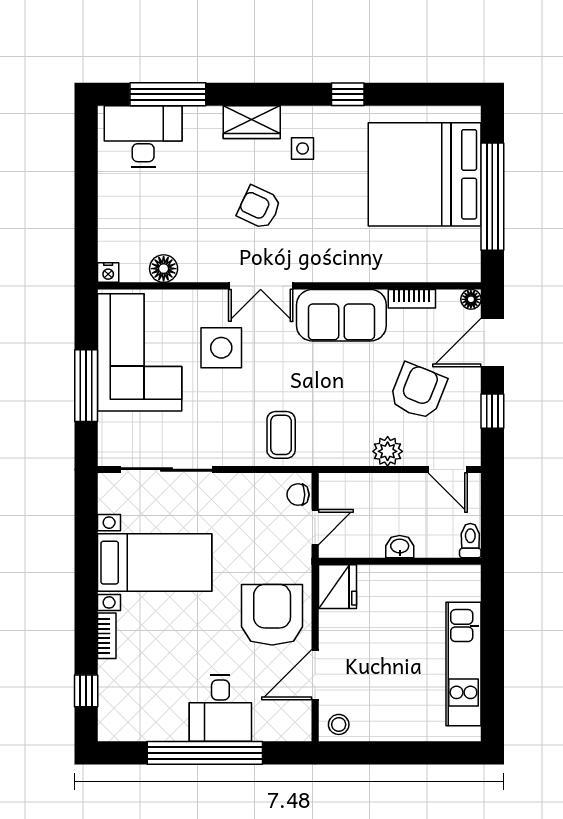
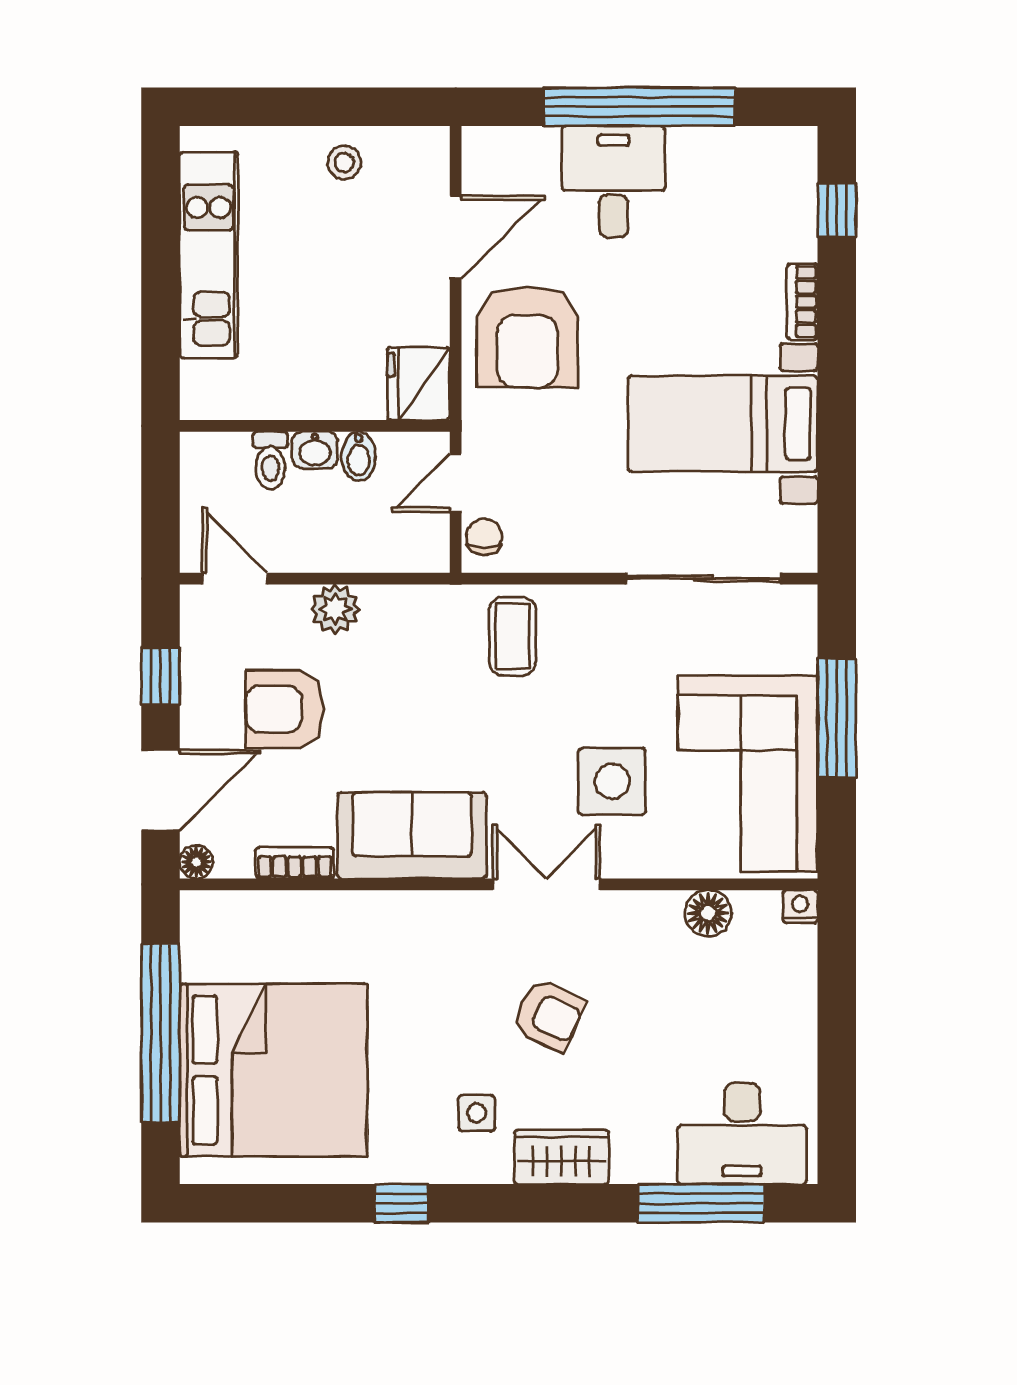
armchair: (418, 391) -> (285, 709), turned 68
chair: (298, 495) -> (484, 537), turned -90
toilet: (470, 541) -> (270, 460), moved
bidet: (373, 543) -> (359, 456), added
stool: (339, 724) -> (344, 163), moved

